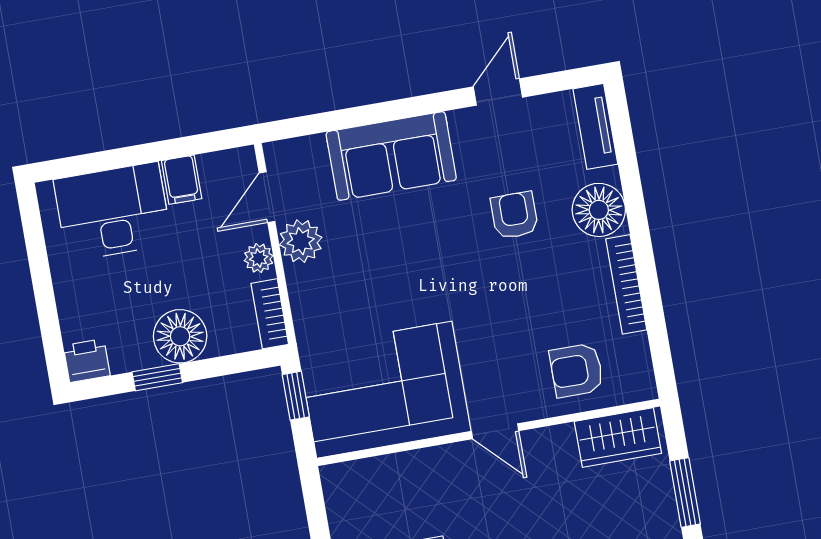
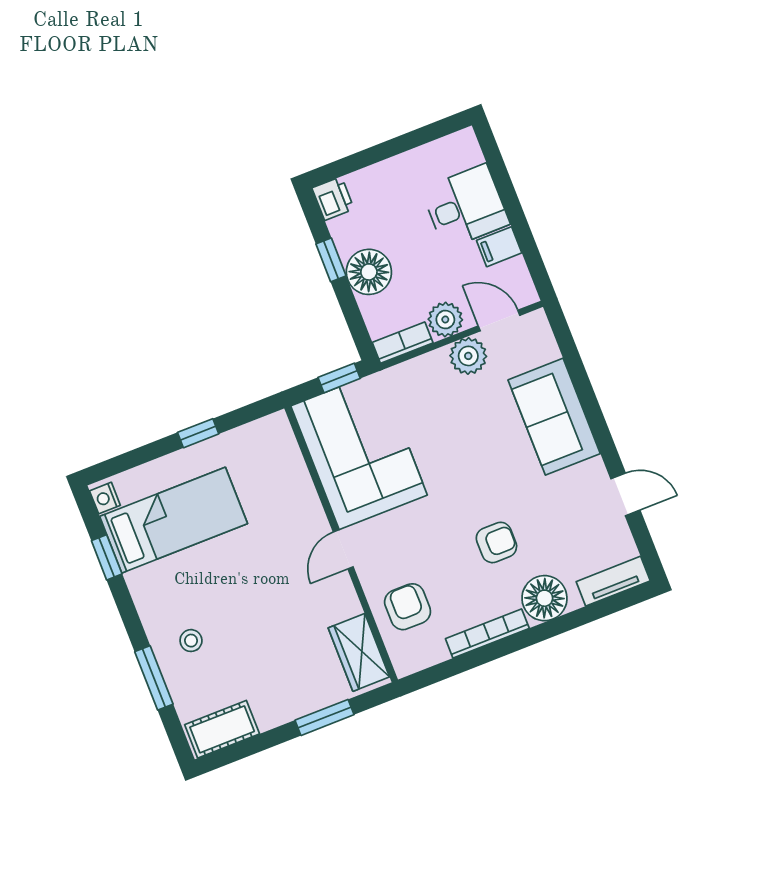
desk: (113, 212) -> (465, 206), width x0.73
armchair: (514, 215) -> (496, 542), moved
plant: (259, 258) -> (445, 319), width x1.38, depth x1.38

